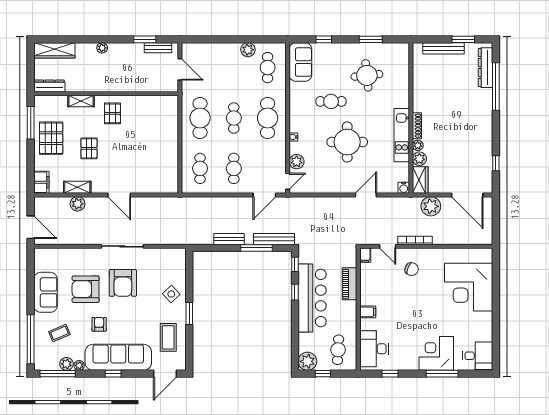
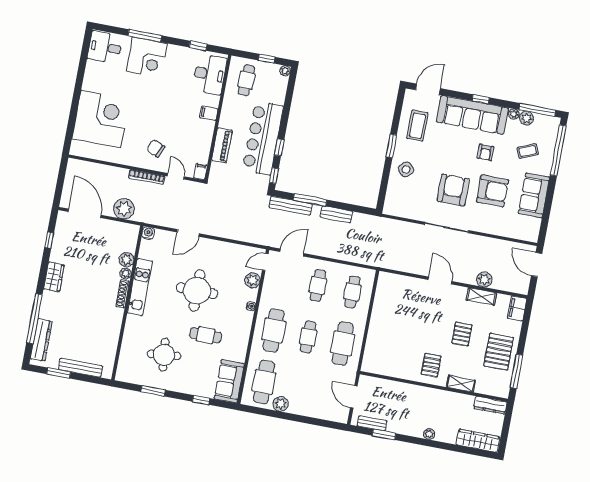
cafe table: (268, 68) -> (264, 382), width x1.37, depth x1.35
wardrobe: (420, 180) -> (54, 277), moved, turned 180
plant: (307, 361) -> (285, 71), width x0.53, depth x0.53

